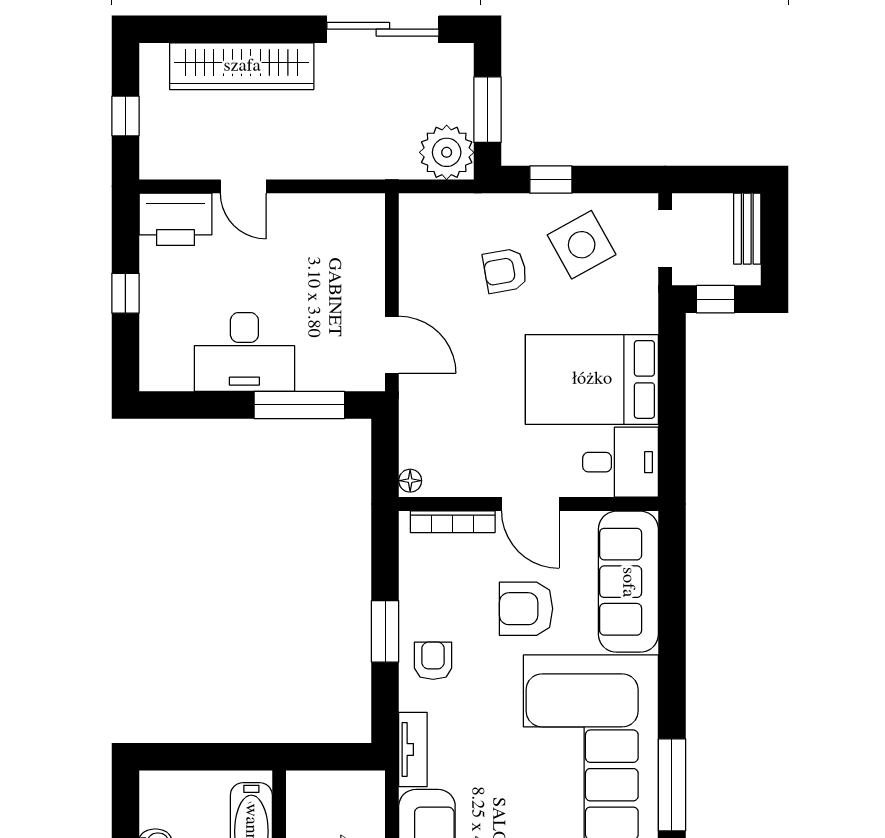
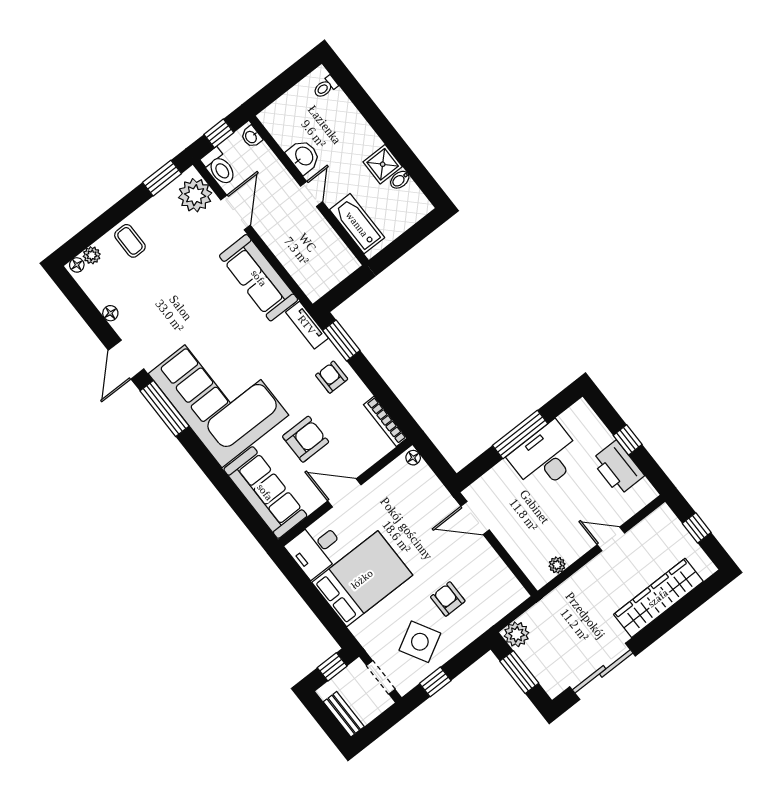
plant: (447, 152) -> (517, 634), width x0.73, depth x0.73
window: (551, 180) -> (435, 682), moved
plant: (336, 206) -> (557, 565), added
printer: (175, 219) -> (618, 468), moved, turned -90
armchair: (505, 271) -> (448, 599), turned -80
window: (299, 405) -> (520, 435), moved
bookcase: (453, 522) -> (385, 421), moved, turned -90
window: (385, 631) -> (341, 340), moved
armchair: (433, 661) -> (332, 377), turned 180

